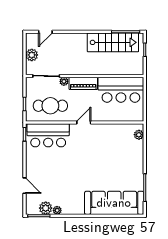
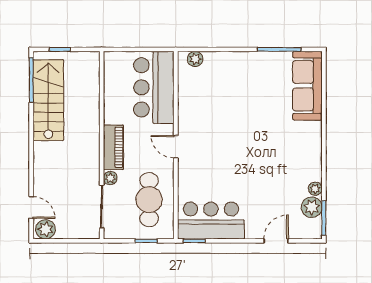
plant: (32, 55) -> (45, 229), moved
bar counter: (121, 90) -> (154, 87), moved, turned 180
bar counter: (48, 135) -> (211, 221), moved, turned -90
sofa: (114, 203) -> (307, 86), width x0.74, depth x0.79

